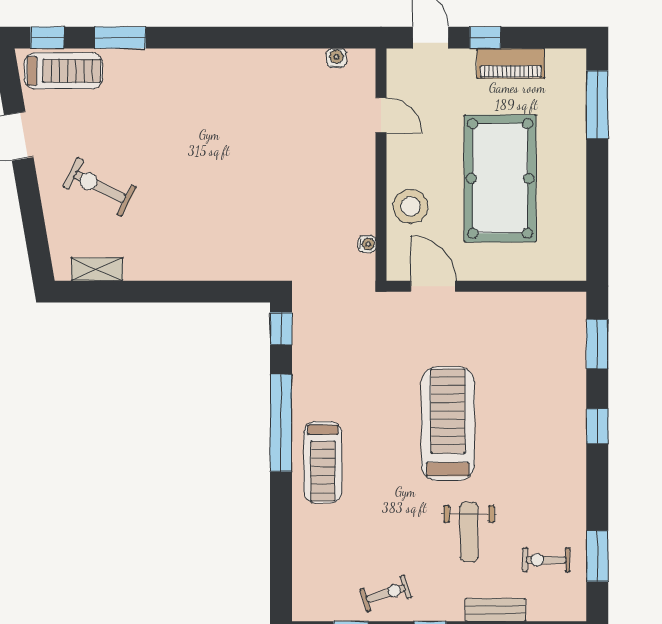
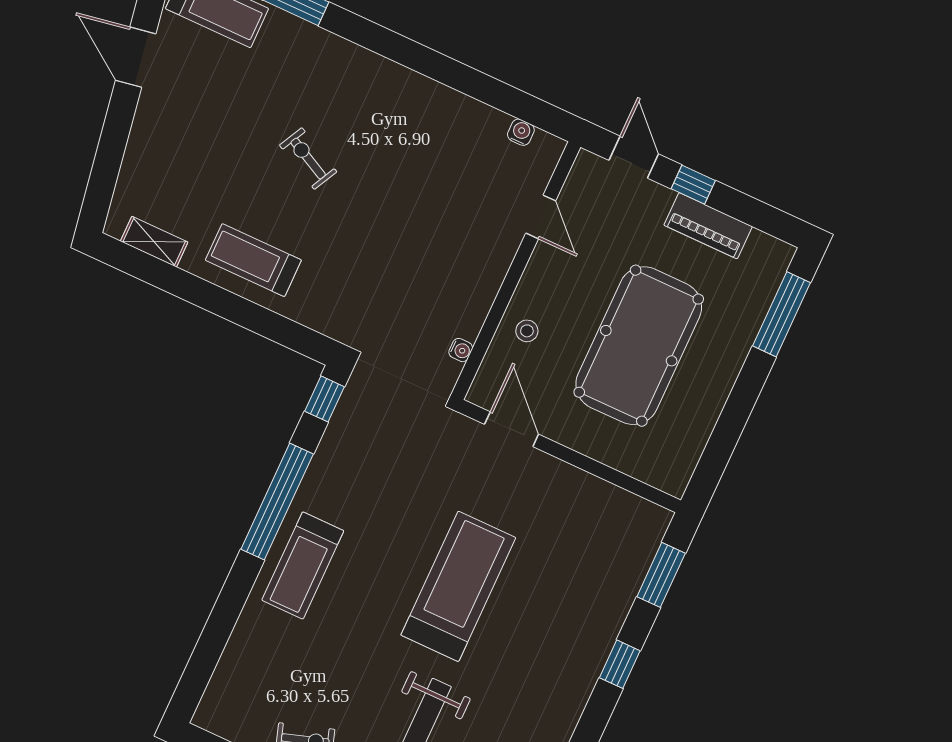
exercise bike: (100, 187) -> (308, 159), moved, width x0.73, depth x0.72
stool: (410, 206) -> (527, 331), width x0.53, depth x0.53
treadmill: (179, 248) -> (253, 260), added

